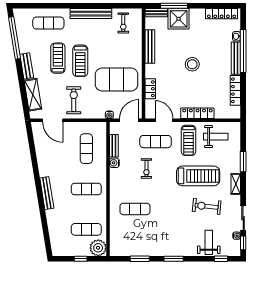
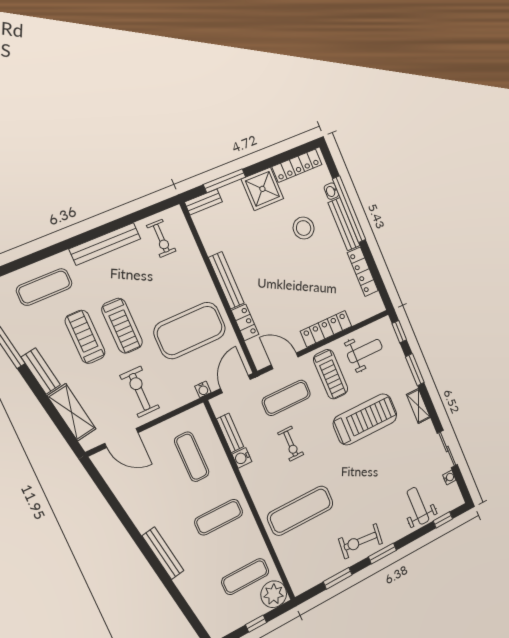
shower: (179, 19) -> (262, 189), moved
bench: (150, 46) -> (226, 280), moved
stool: (192, 64) -> (304, 228), moved
exercise bike: (207, 206) -> (361, 541), moved
exercise mat: (135, 209) -> (300, 511), width x1.36, depth x1.45
window: (243, 243) -> (399, 332), moved

